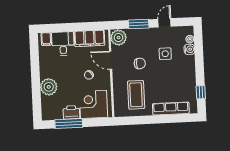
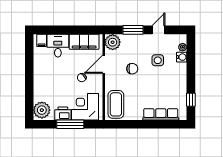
door: (111, 60) -> (104, 64), hinge flipped
plant: (49, 87) -> (42, 110), moved
coffee table: (136, 95) -> (116, 104), moved
window: (69, 123) -> (70, 124), moved

